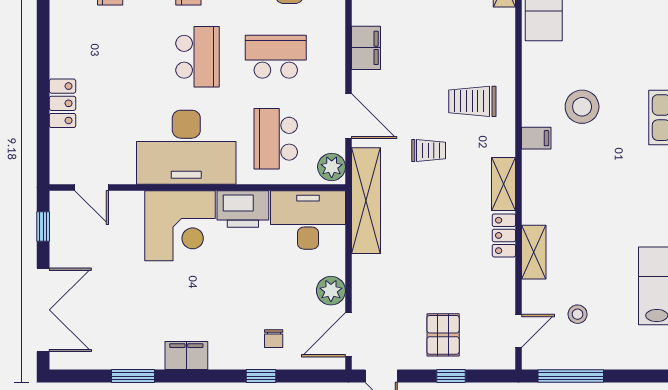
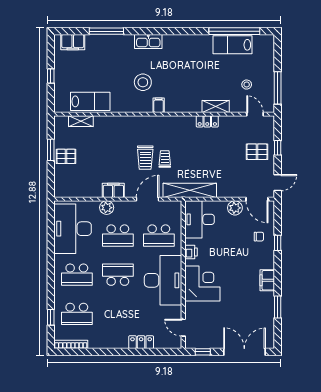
school desk: (276, 57) -> (118, 236), turned -90
trolley: (472, 101) -> (145, 158), moved
plant: (332, 167) -> (107, 208), moved
shelving: (504, 184) -> (182, 122), removed
door: (92, 187) -> (183, 328), swing flipped
printer: (243, 209) -> (191, 252), width x0.53, depth x0.68

